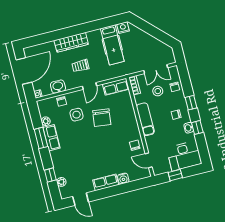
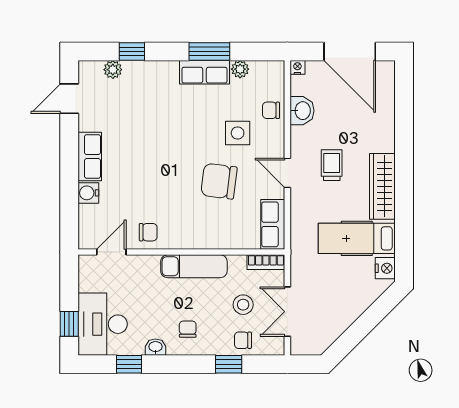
wardrobe: (71, 42) -> (382, 186), moved
window: (191, 103) -> (229, 364), moved
window: (197, 127) -> (129, 364), moved
window: (175, 175) -> (69, 324), moved

